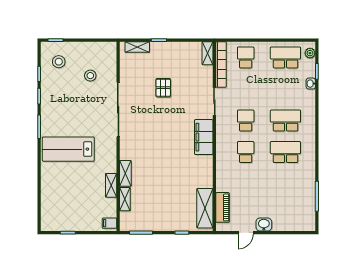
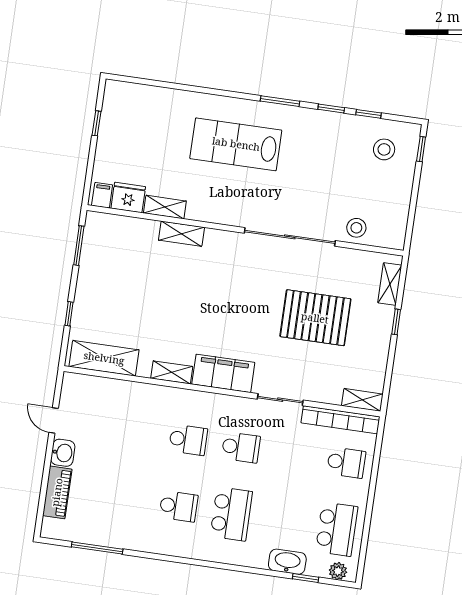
stool: (90, 76) -> (356, 228), moved
washbasin: (311, 84) -> (287, 562), width x1.91, depth x1.45
pallet: (163, 88) -> (315, 318), width x2.05, depth x2.00
lab bench: (68, 149) -> (236, 144), turned -90
school desk: (285, 152) -> (179, 506), width x0.54
shelving: (125, 199) -> (172, 372), moved
piano: (222, 207) -> (57, 492), moved, turned -90
fridge: (109, 208) -> (128, 197), added

